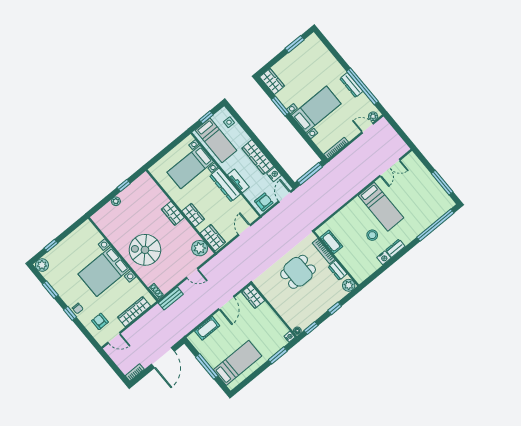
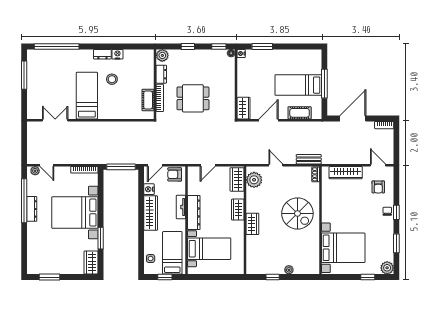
bed with nightstands: (316, 109) -> (75, 213), width x1.36
bed with nightstands: (104, 271) -> (343, 248), moved
bed: (237, 363) -> (298, 85), moved

